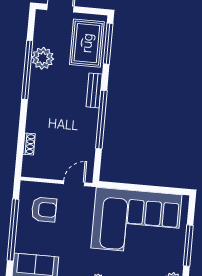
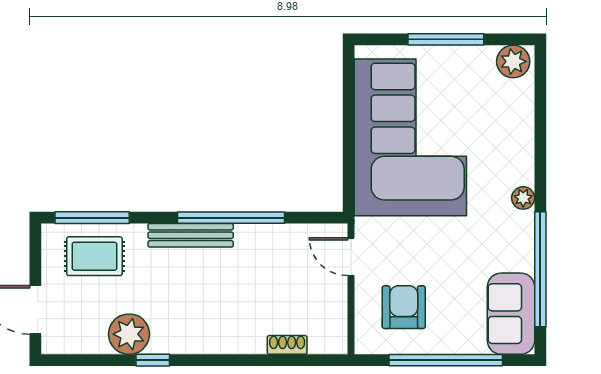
rug: (87, 43) -> (94, 256), width x0.73, depth x0.70
window: (27, 70) -> (153, 360), width x0.32
bench: (94, 90) -> (191, 235), width x1.36

